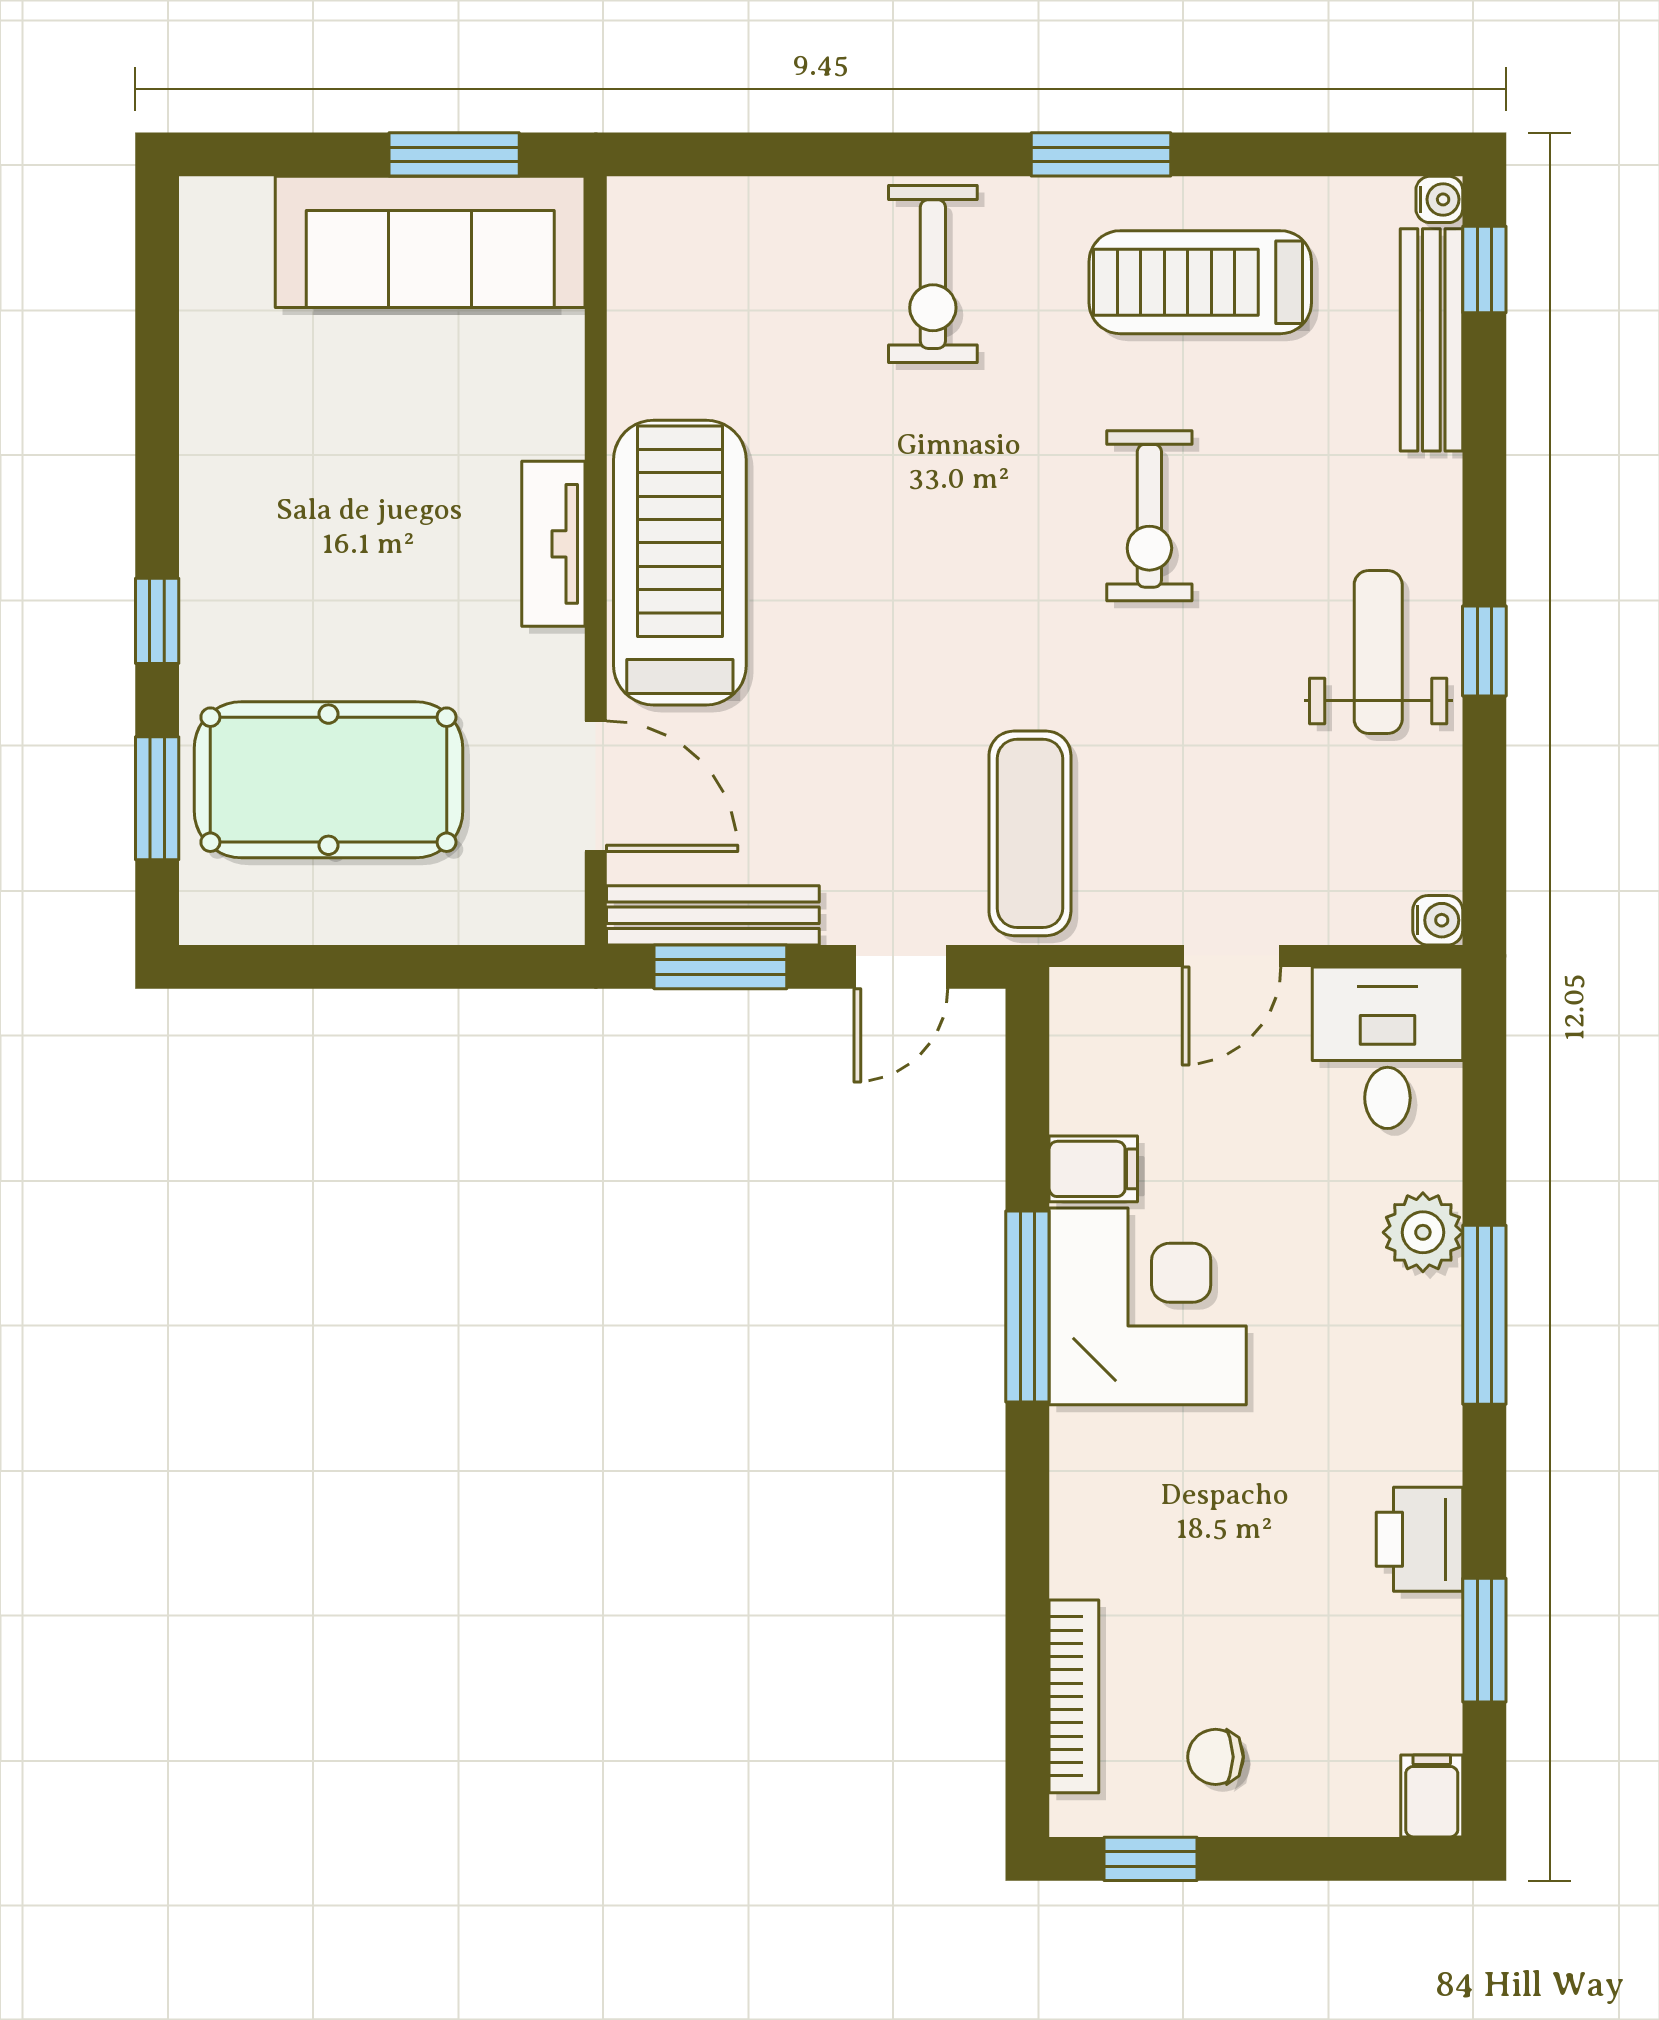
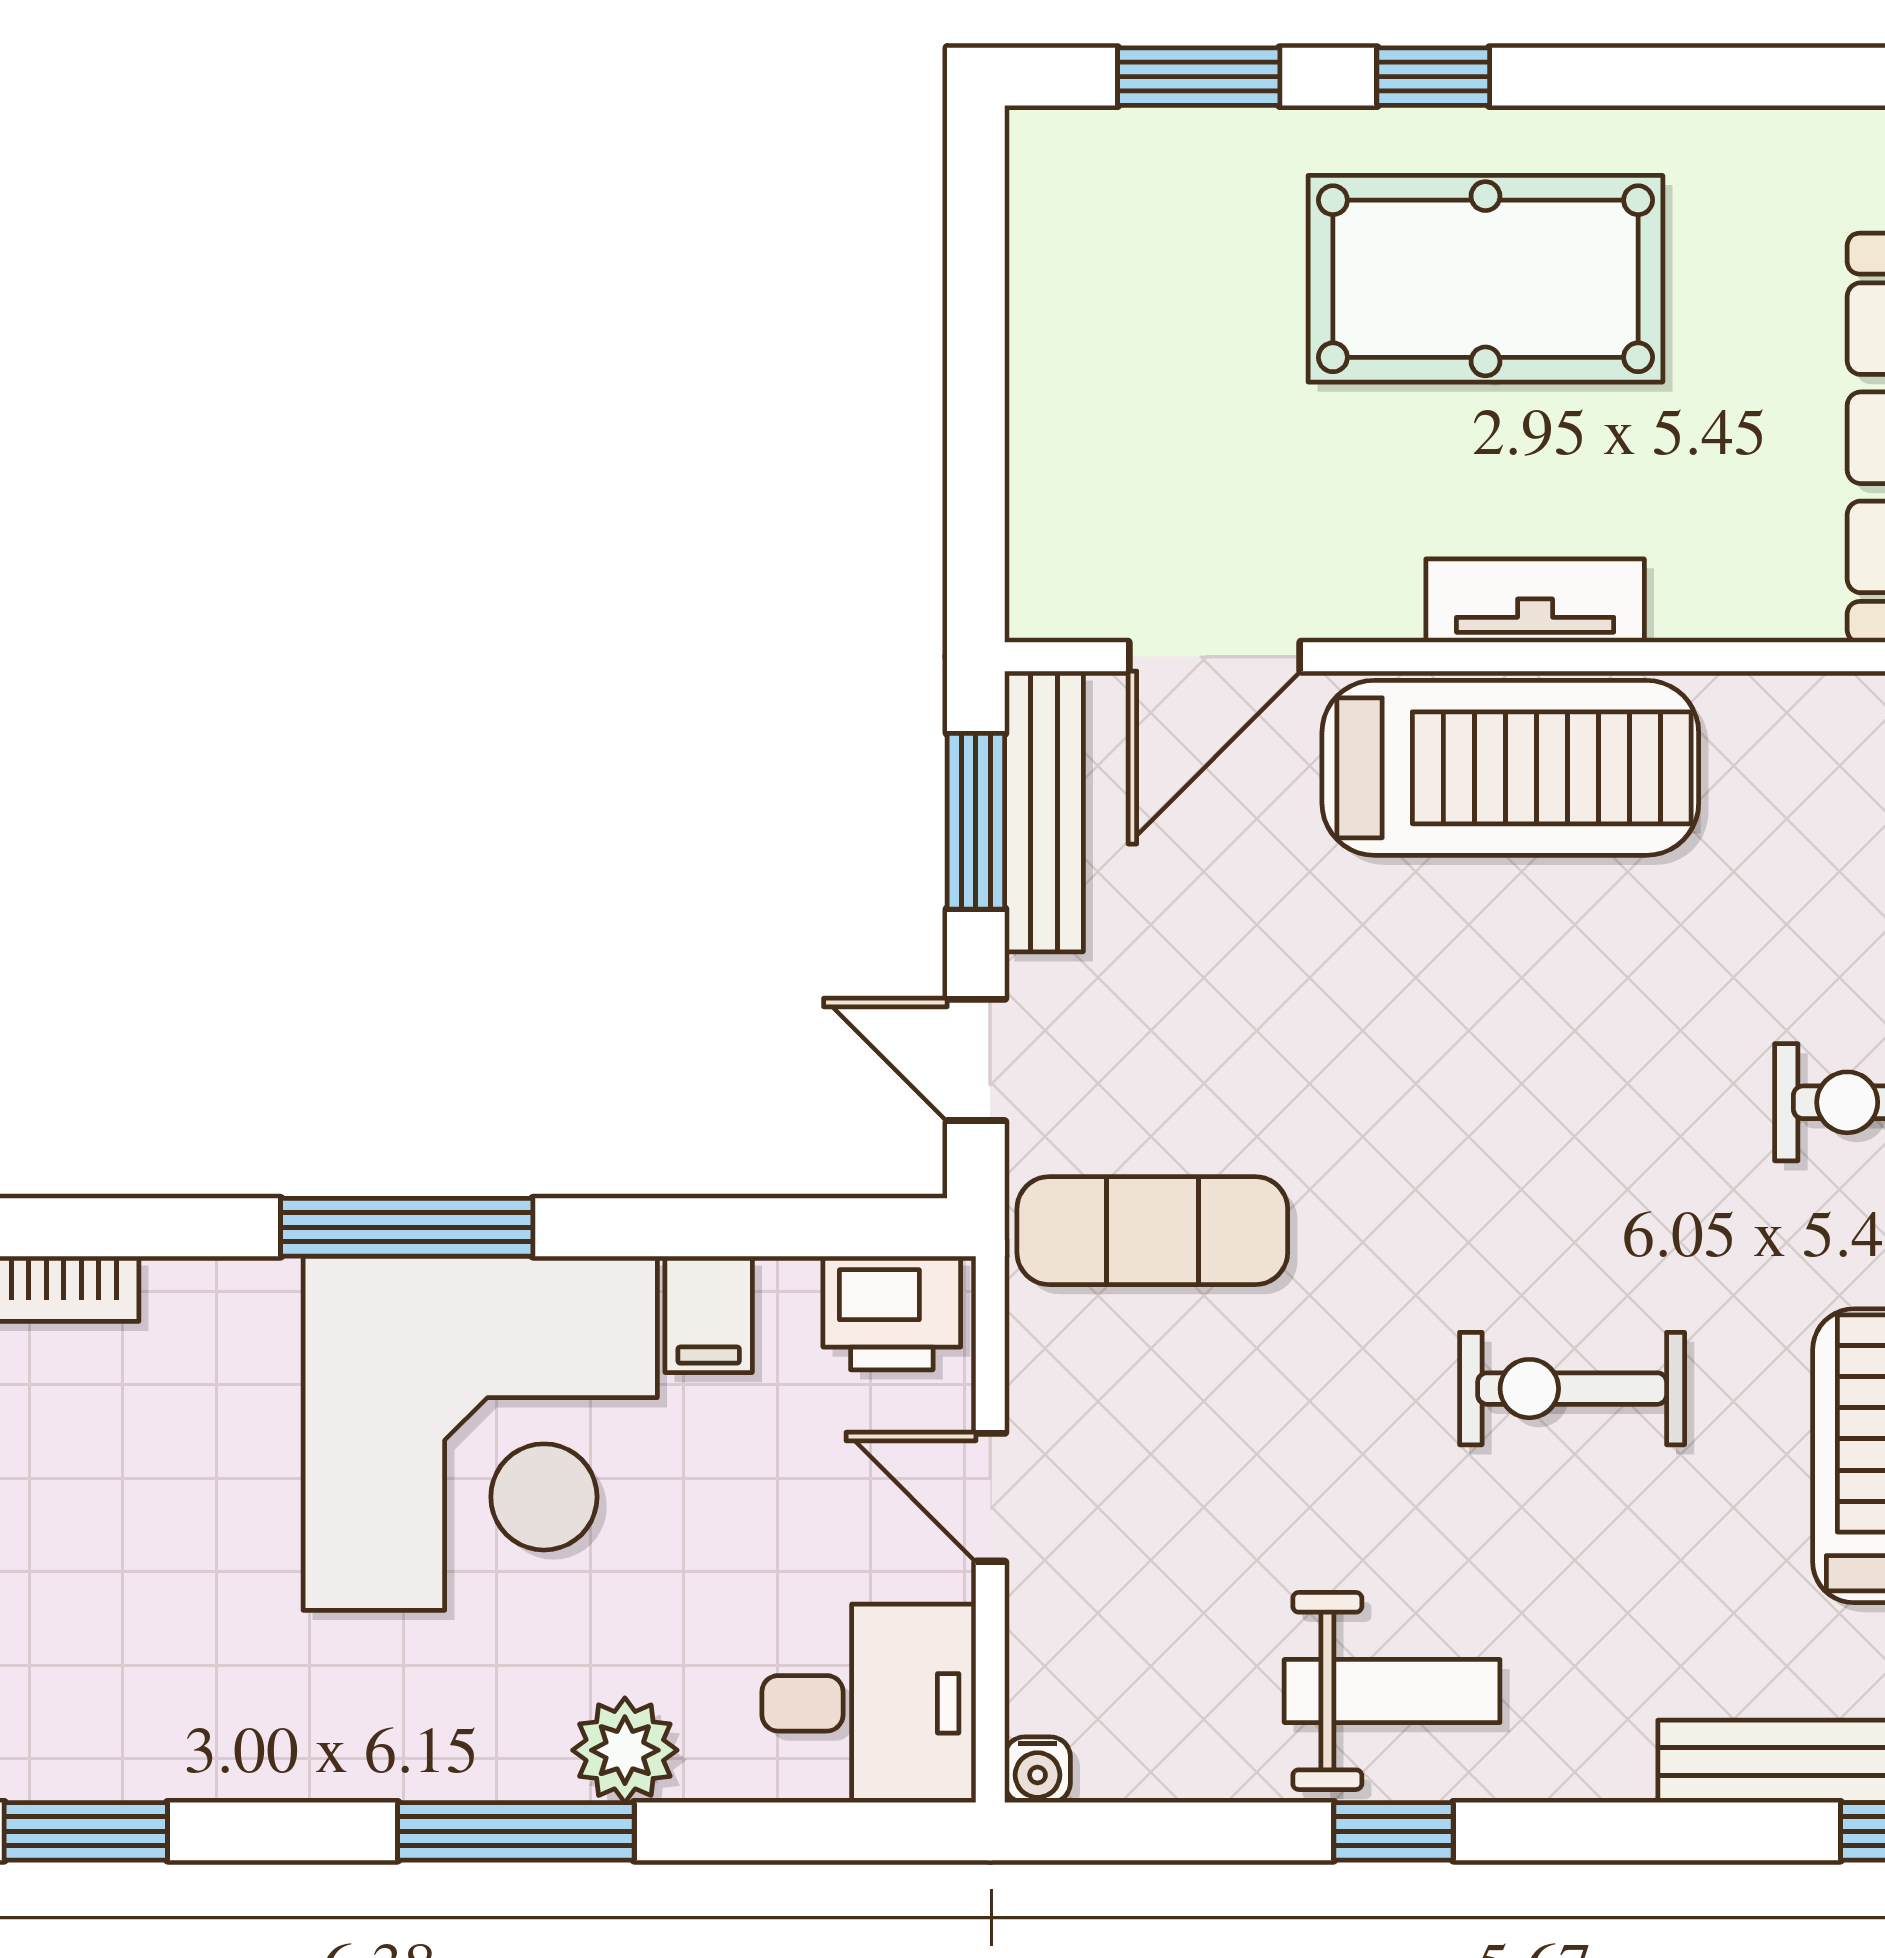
pool table: (328, 780) -> (1485, 279), moved, turned 90
window: (1027, 1306) -> (407, 1227), moved
corner desk: (1148, 1306) -> (480, 1433), width x1.36, depth x1.36
printer: (1420, 1539) -> (892, 1313), moved, turned 180

